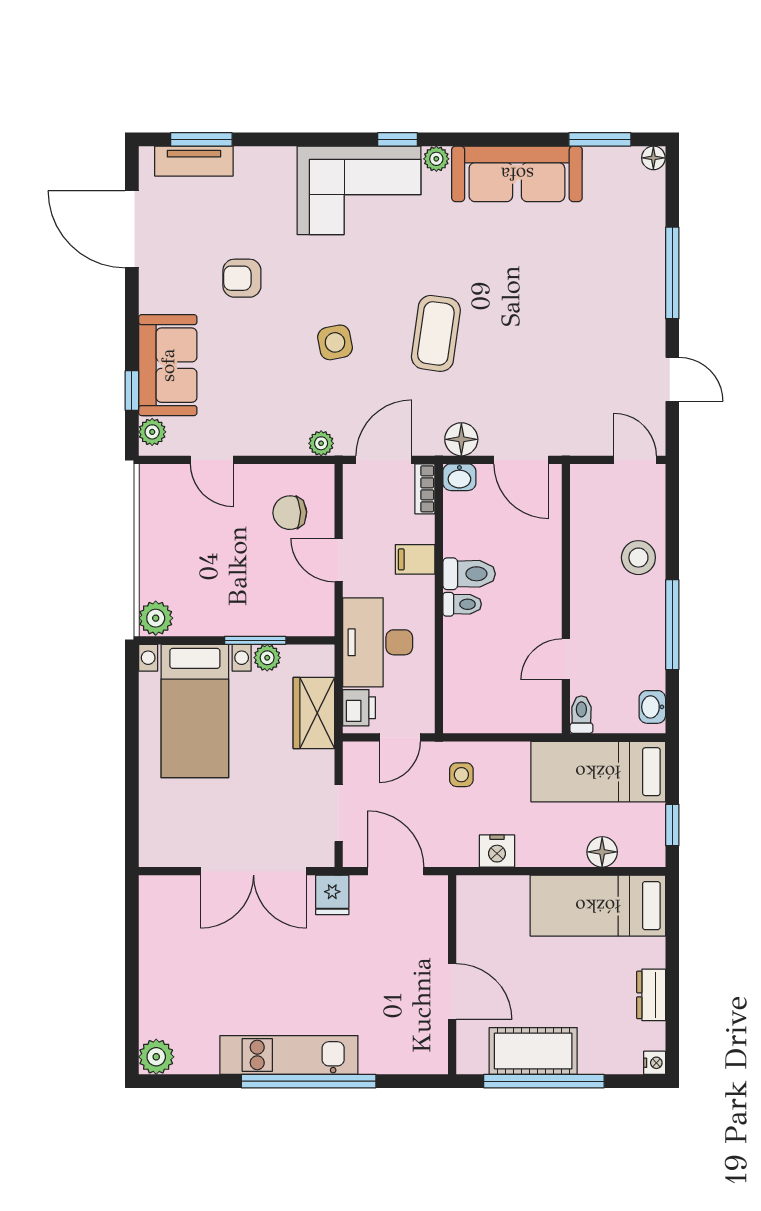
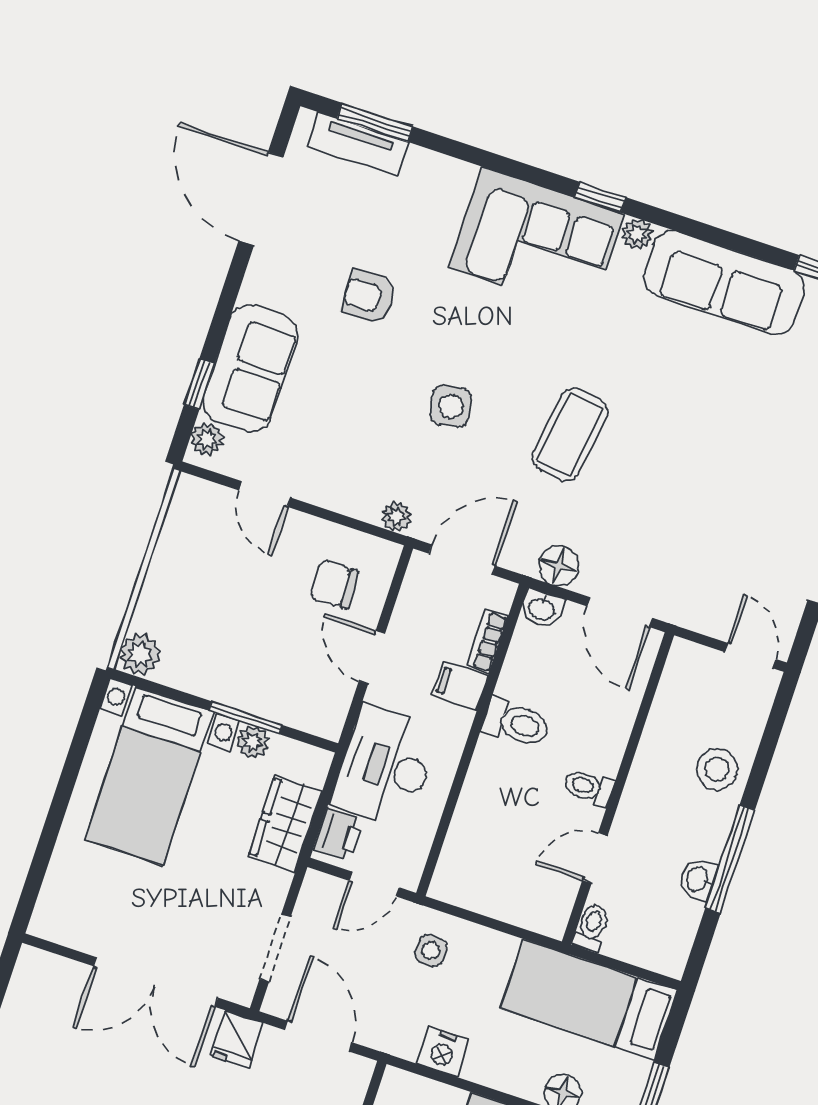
bookcase: (425, 489) -> (487, 641), moved
toilet: (462, 604) -> (589, 787), moved, turned 180
washbasin: (652, 707) -> (698, 879), moved

